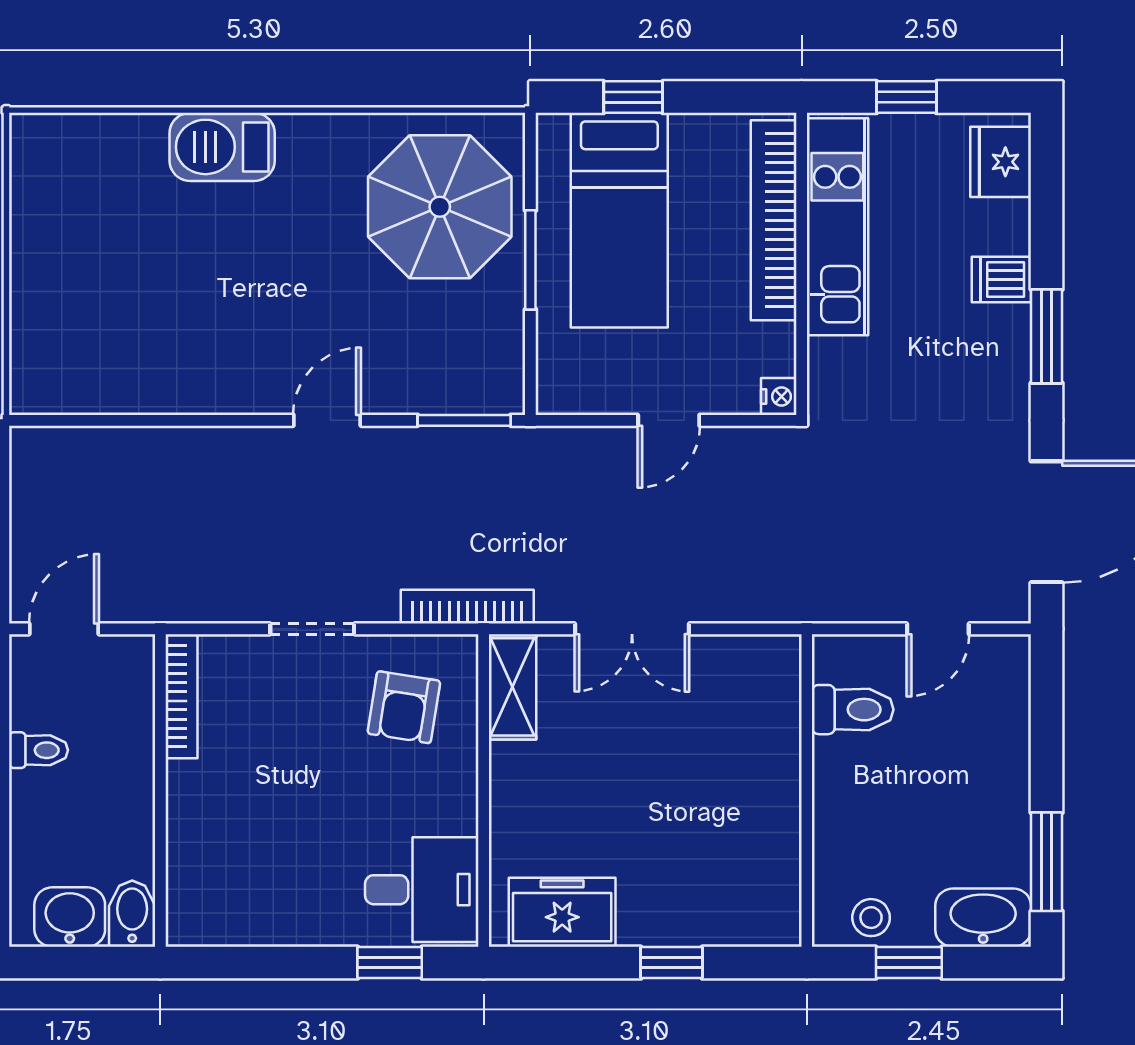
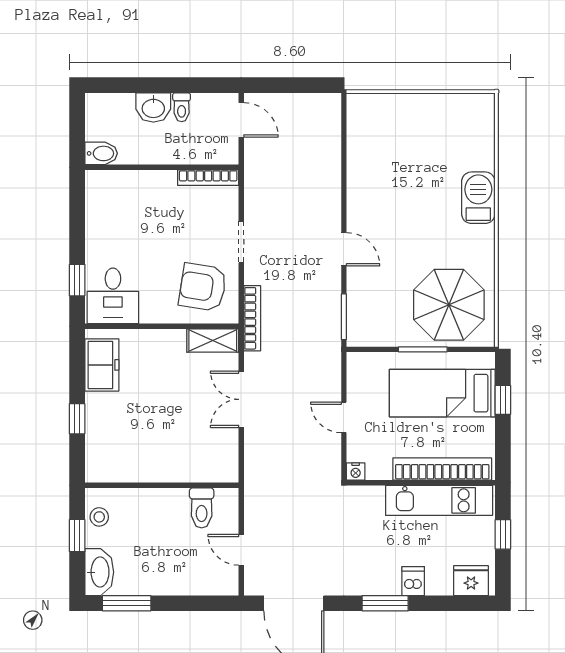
armchair: (404, 707) -> (203, 287), width x1.38, depth x1.38
washbasin: (70, 917) -> (153, 108), moved, turned 90

